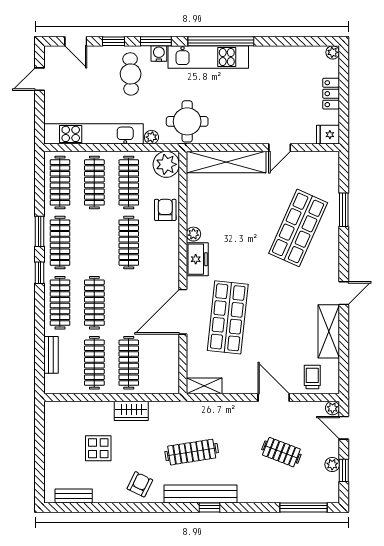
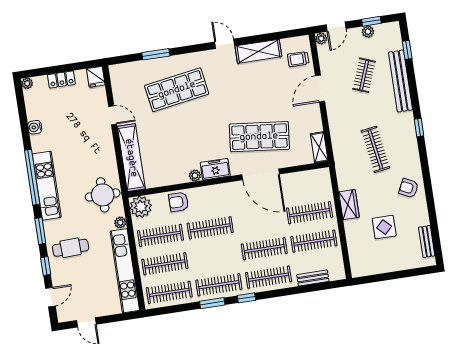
water cooler: (159, 53) -> (35, 127), moved
shop shelf: (298, 228) -> (177, 90), turned -33
bench: (200, 494) -> (400, 81), moved
window: (303, 507) -> (407, 50), width x0.46

